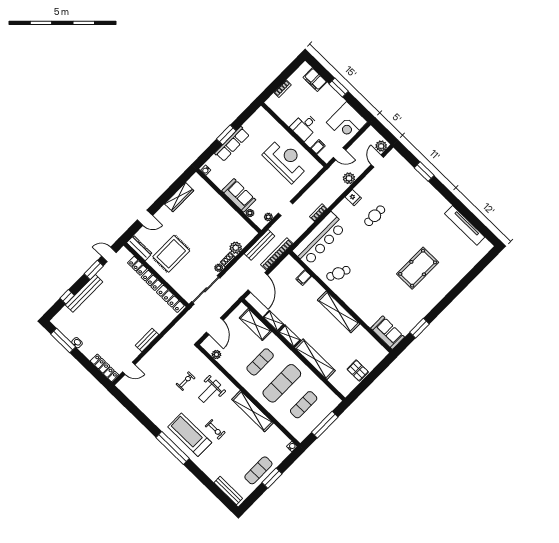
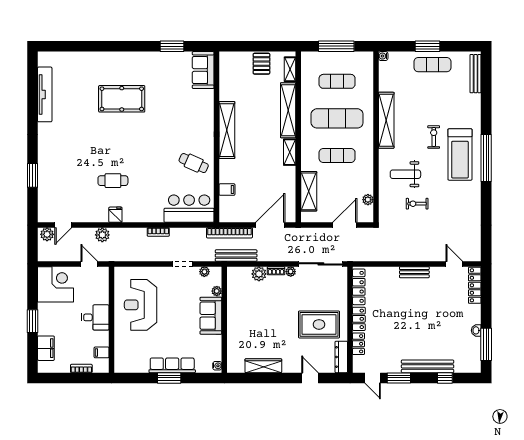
filing cabinet: (318, 147) -> (102, 352), moved
bar counter: (320, 239) -> (189, 209), width x0.73
shelving: (274, 321) -> (290, 69), moved
weight bench: (210, 391) -> (405, 174), turned 180

